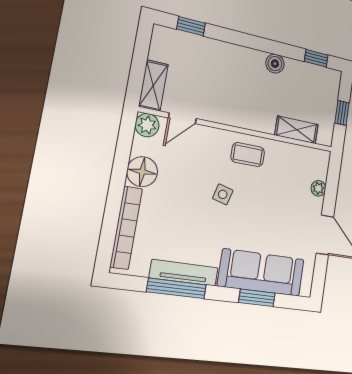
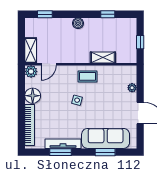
window: (316, 58) -> (108, 14), moved
boiler: (275, 64) -> (78, 23), moved
shelving: (297, 130) -> (103, 57), moved
window: (177, 288) -> (60, 152), width x0.69

